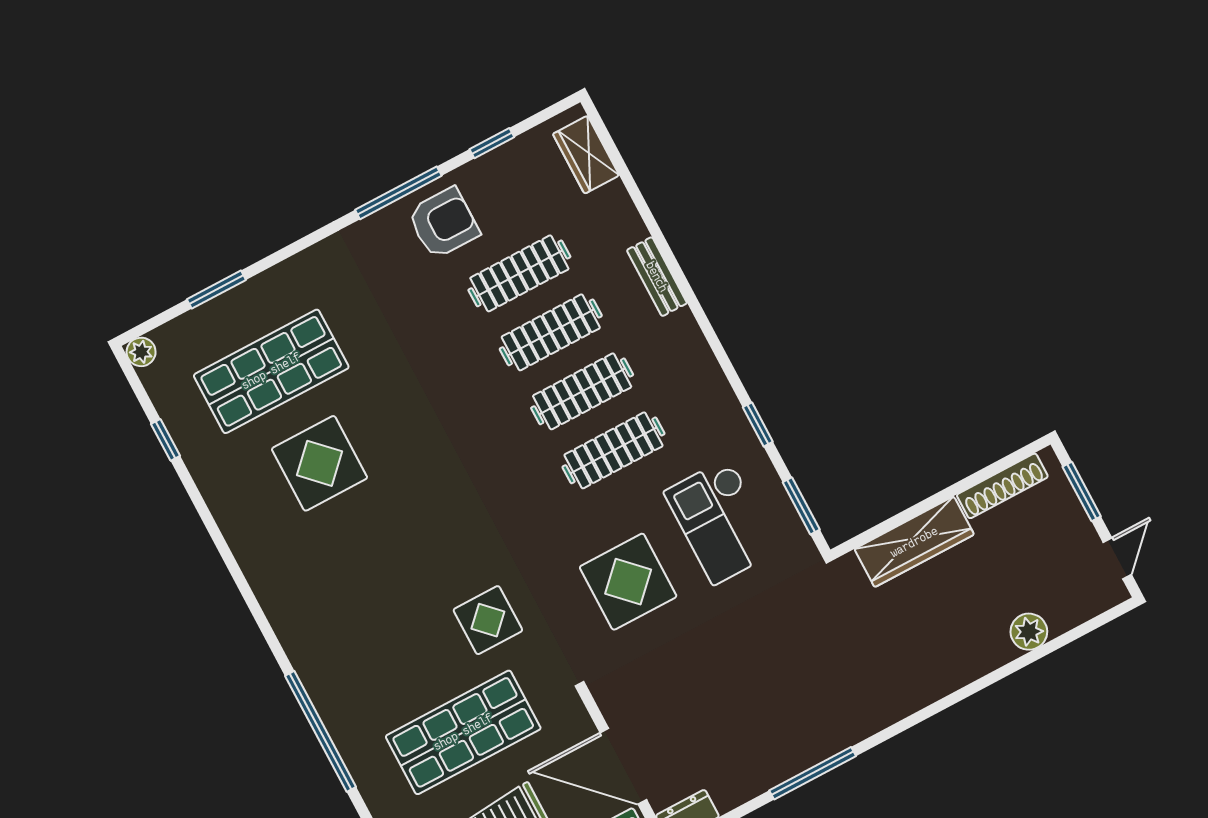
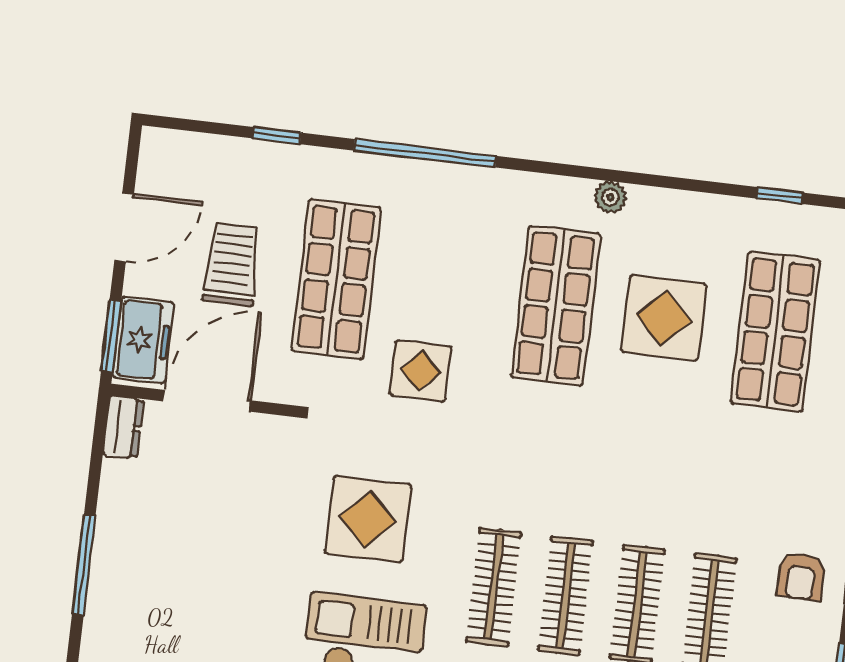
armchair: (443, 223) -> (801, 576), width x0.72, depth x0.72
shop shelf: (367, 552) -> (556, 306), added
plant: (256, 567) -> (610, 197), added

